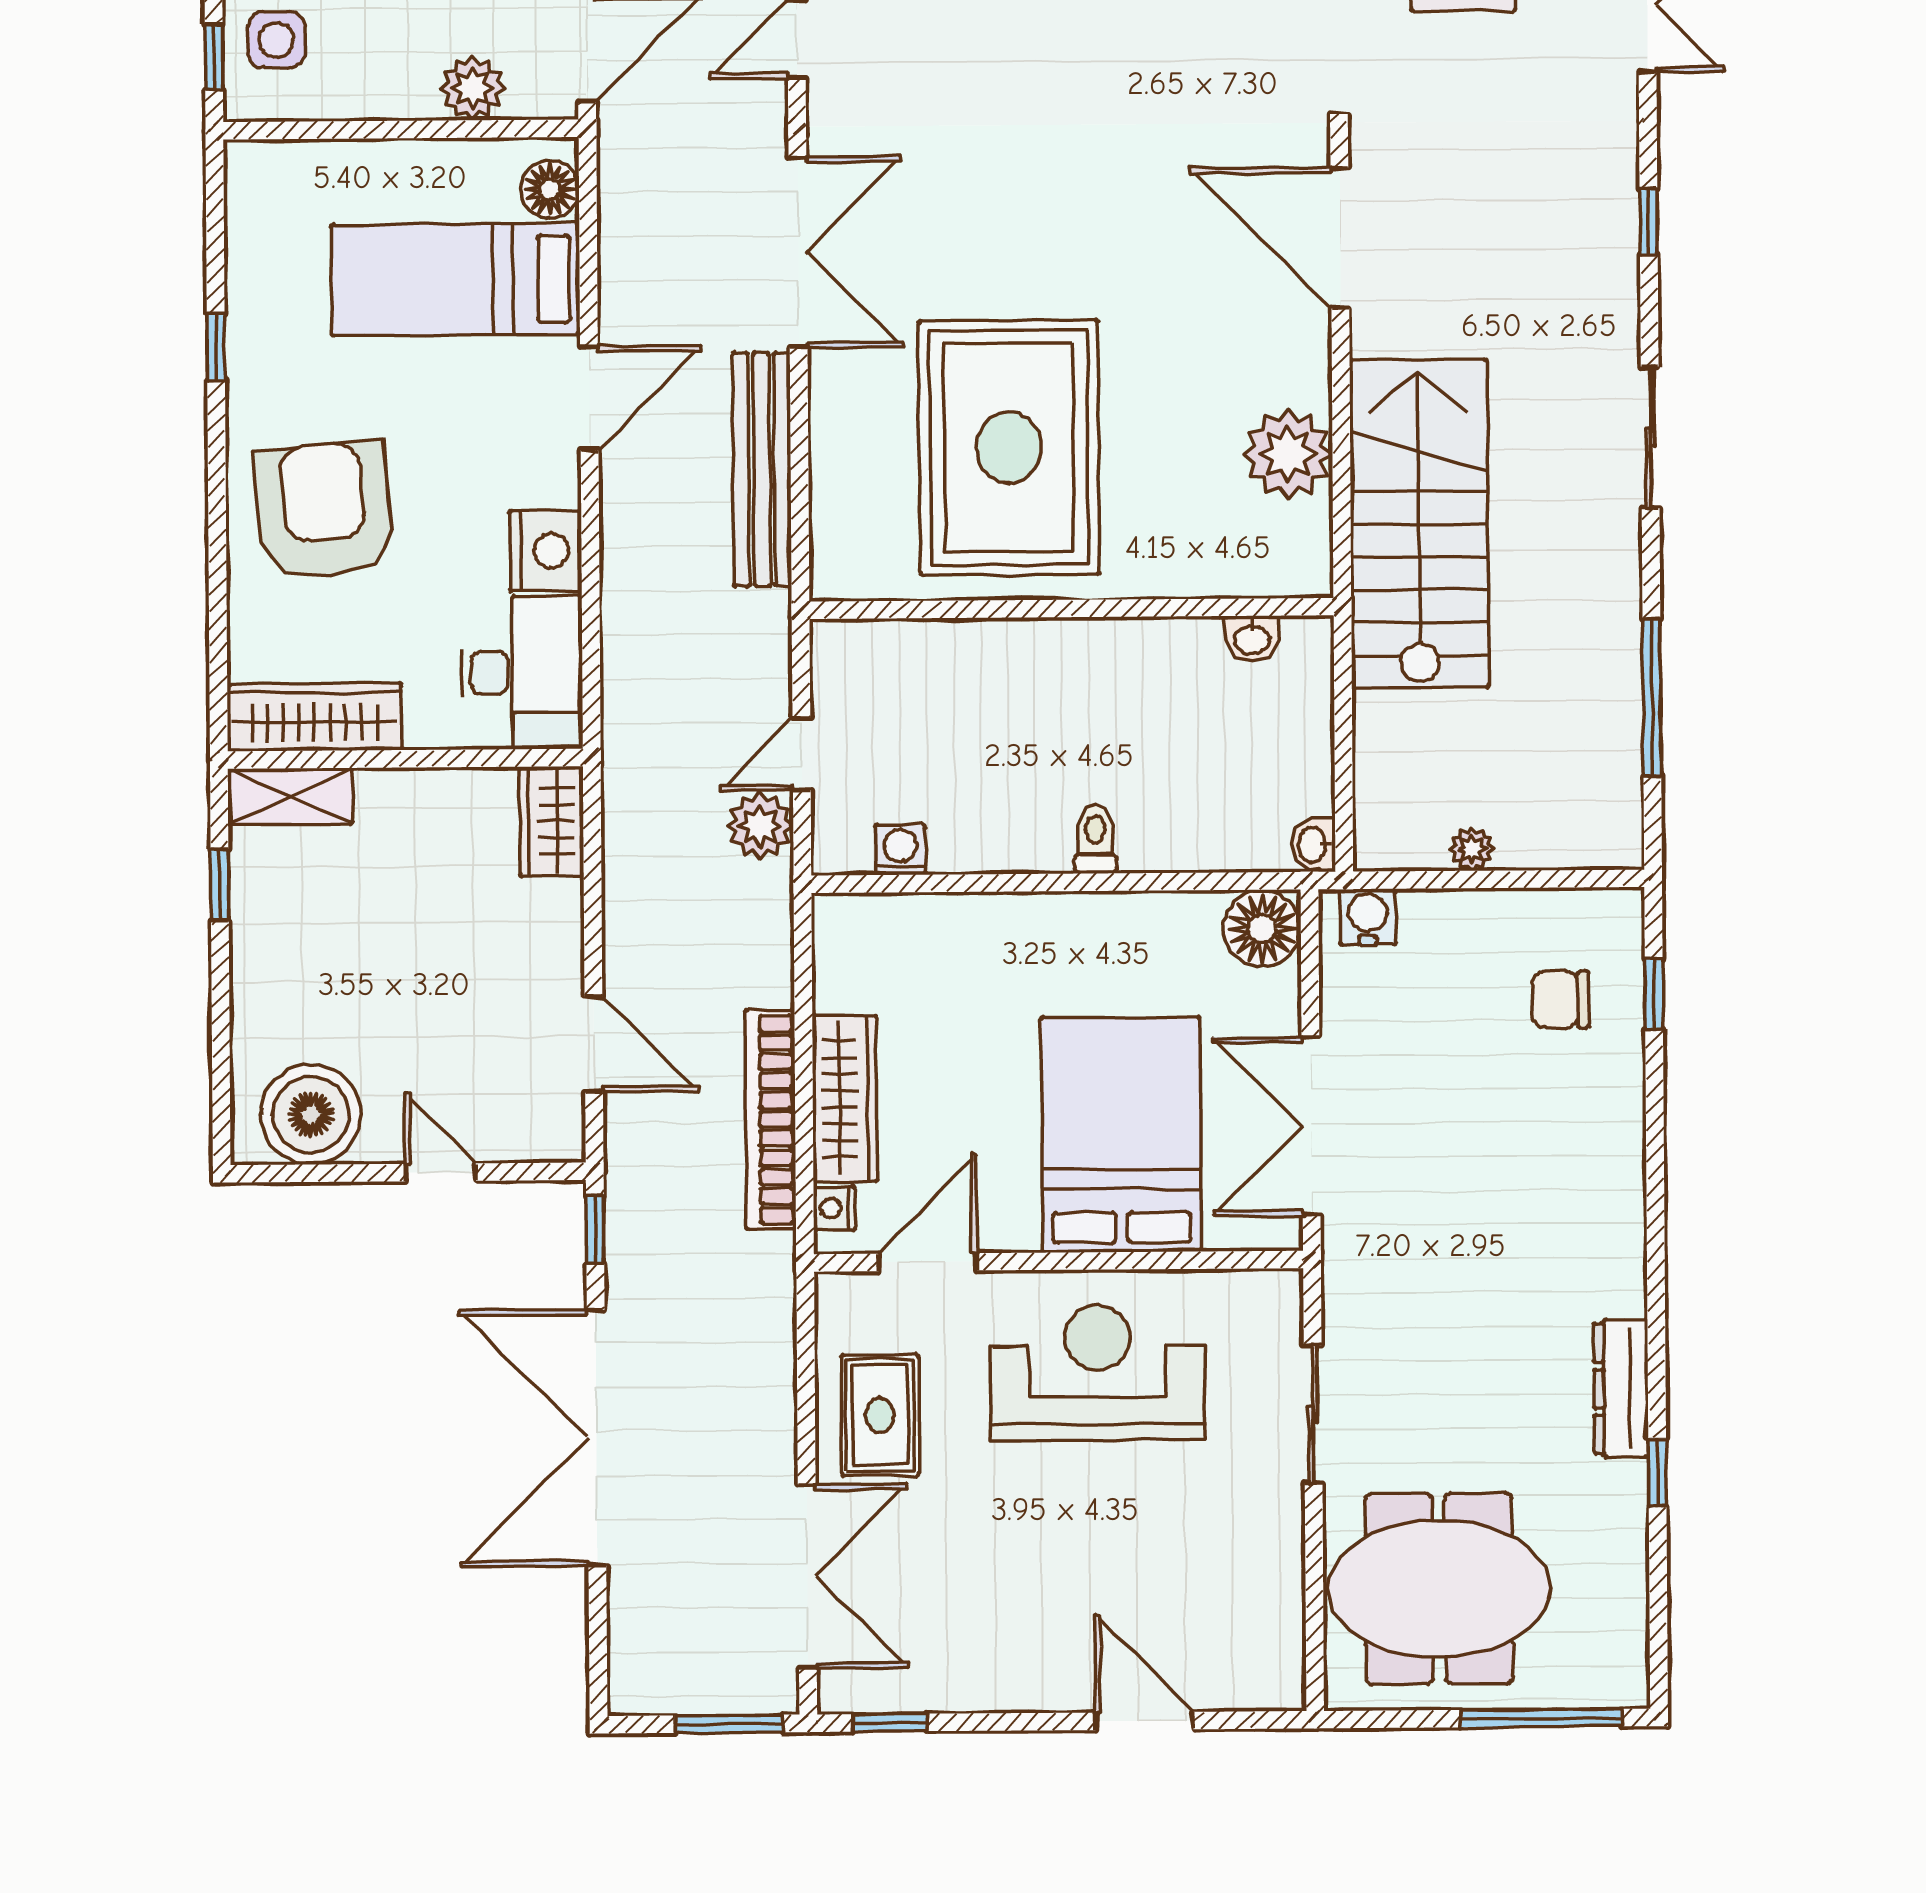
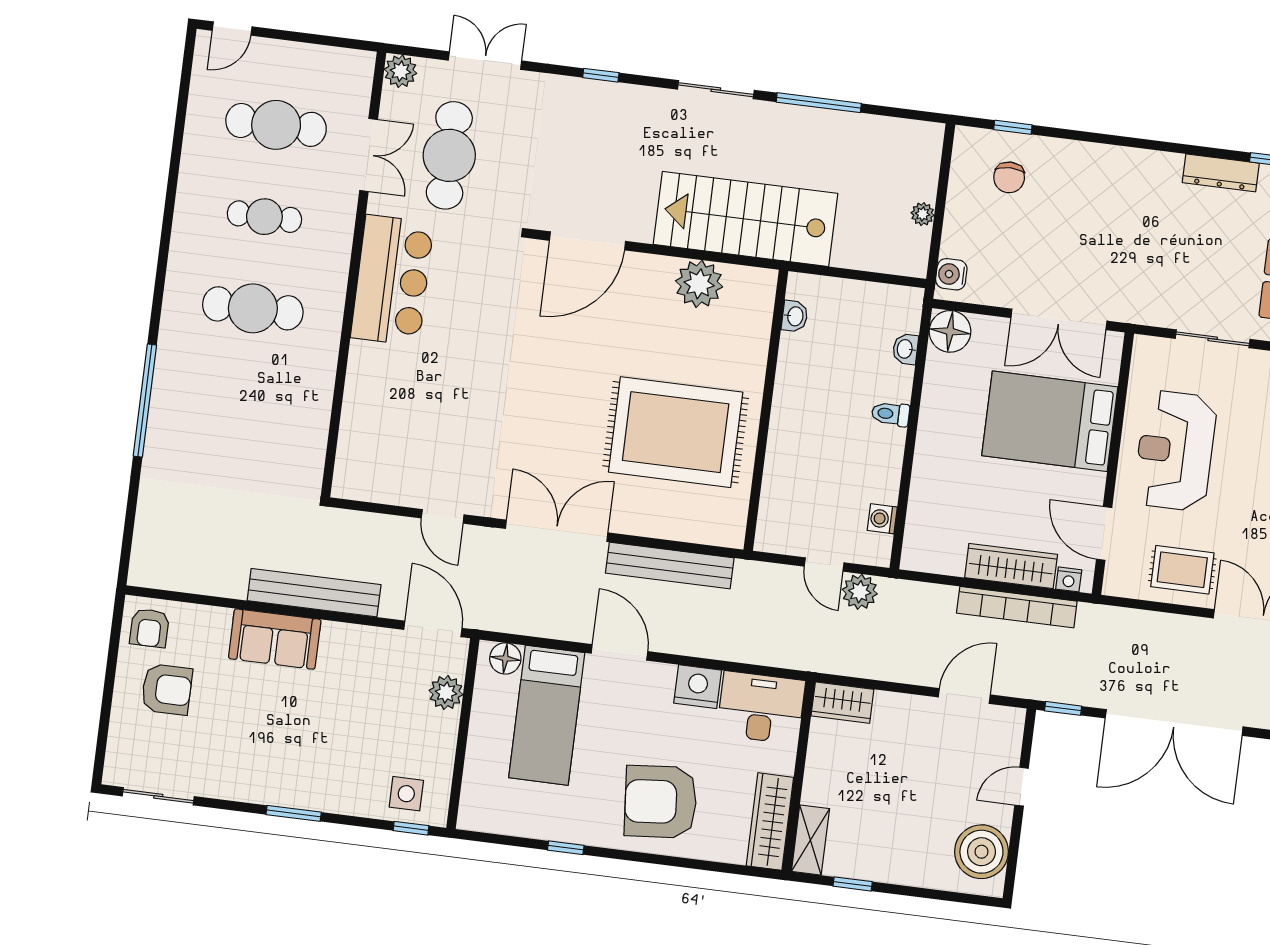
window: (1652, 697) -> (819, 103), moved
washbasin: (1313, 845) -> (905, 349), moved, turned 90

